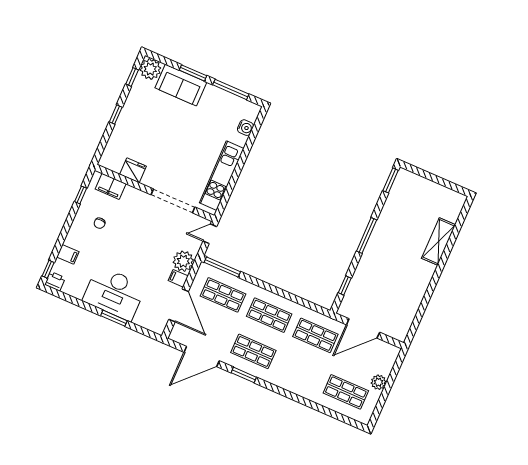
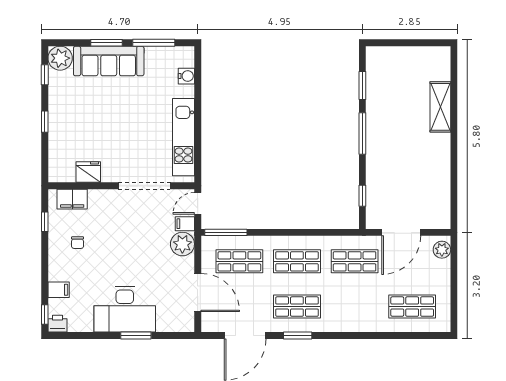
sofa: (181, 85) -> (109, 61), width x1.36
window: (391, 180) -> (362, 85), moved
filing cabinet: (178, 278) -> (185, 224), moved
plant: (378, 382) -> (442, 250), moved

